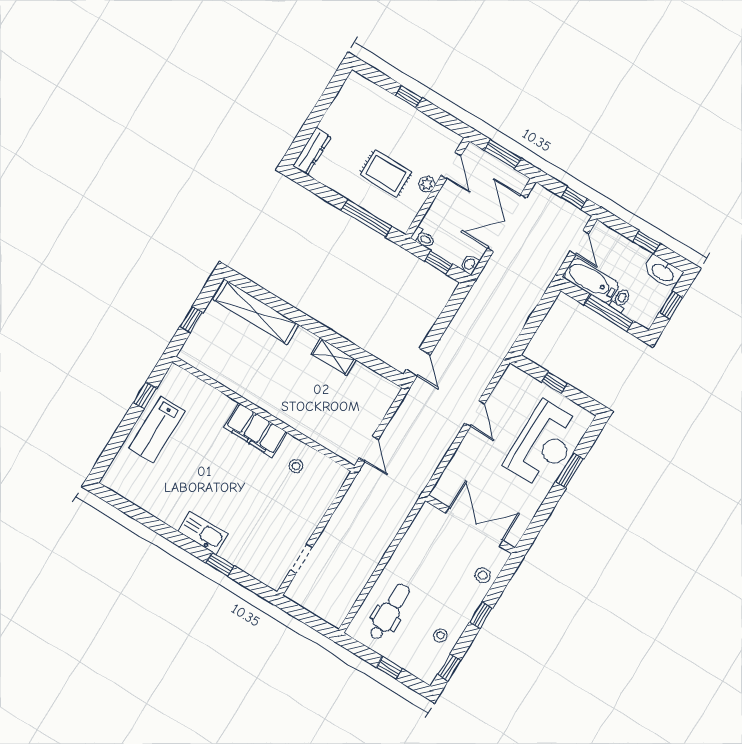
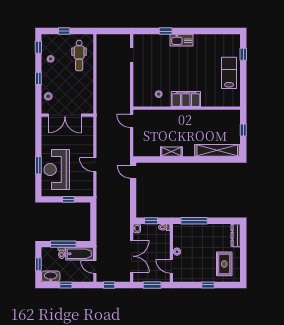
rug: (386, 173) -> (224, 264), moved, turned 90
window: (145, 395) -> (243, 54), moved

